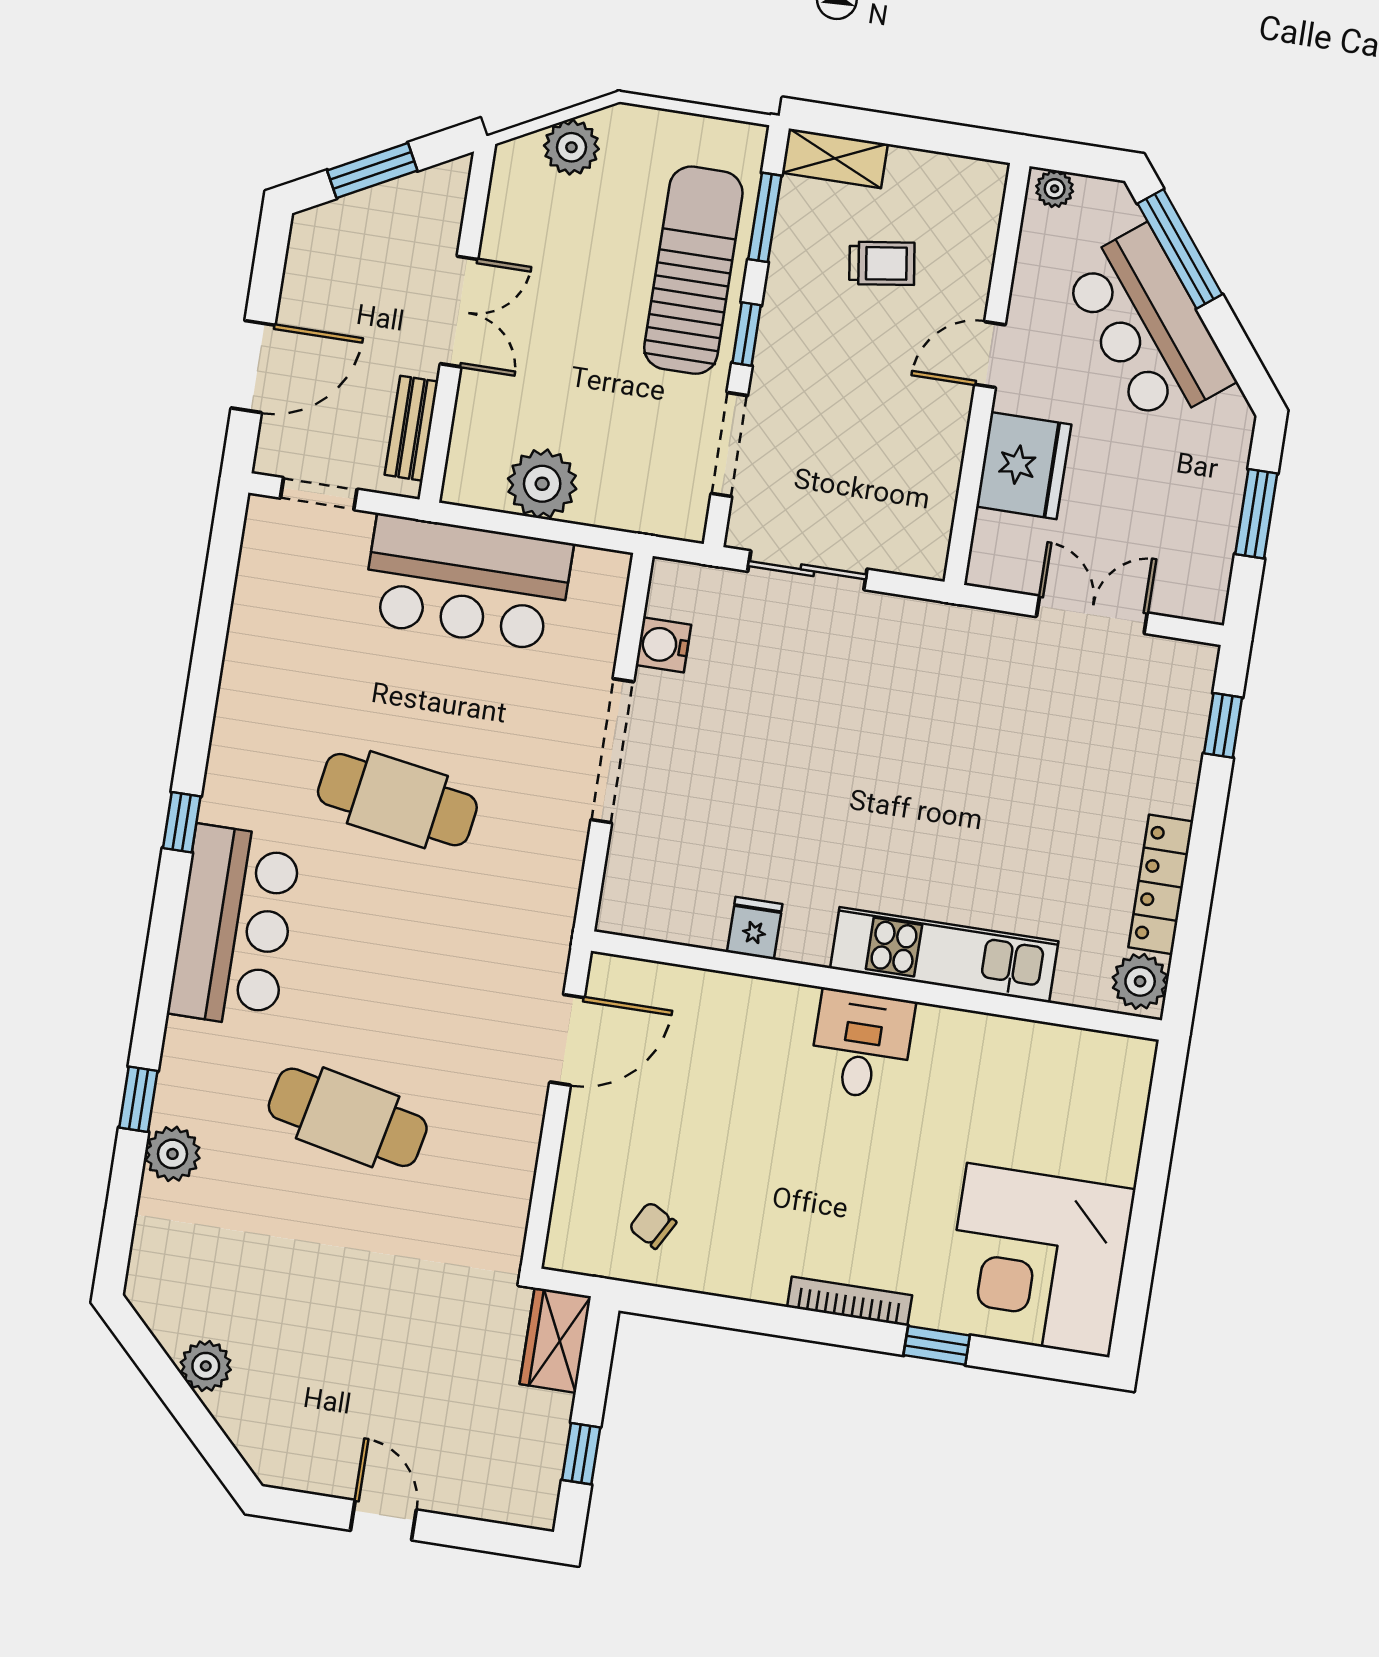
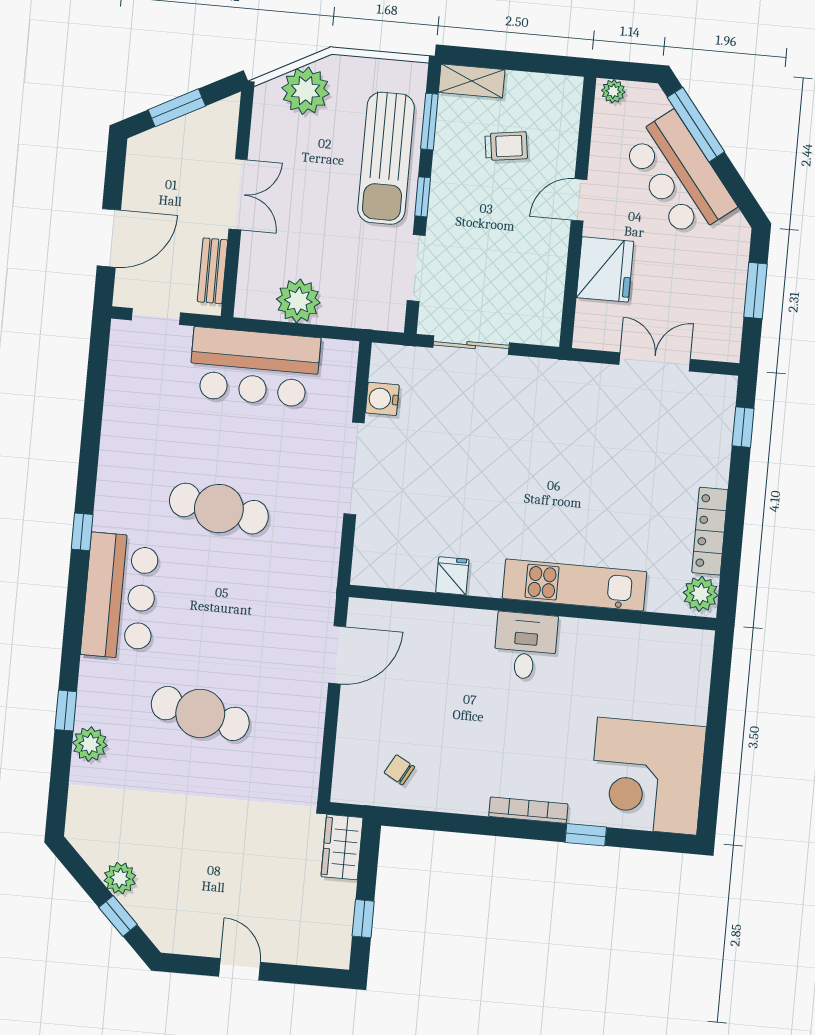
plant: (571, 147) -> (306, 91), width x1.36, depth x1.36
sun lounger: (693, 270) -> (386, 158), turned 180
window: (199, 1425) -> (118, 916), added

